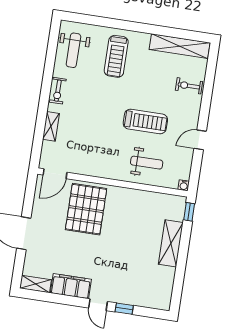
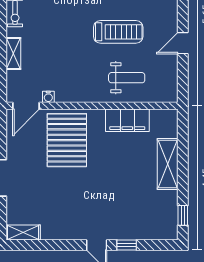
water cooler: (184, 185) -> (48, 97), moved
window: (189, 212) -> (183, 215), moved
filing cabinet: (71, 286) -> (127, 120), moved, turned 180

